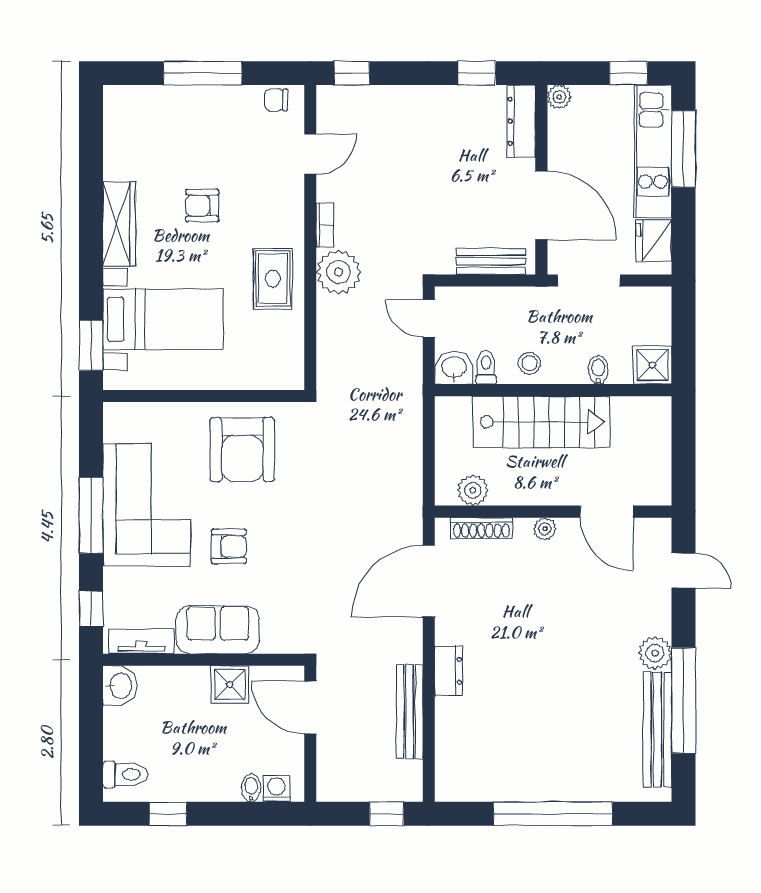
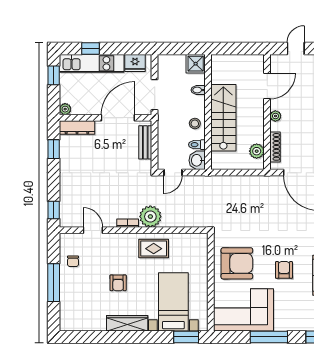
chair: (276, 100) -> (73, 261), moved
window: (684, 149) -> (90, 49), width x0.46
corner sofa: (147, 505) -> (244, 310), moved

